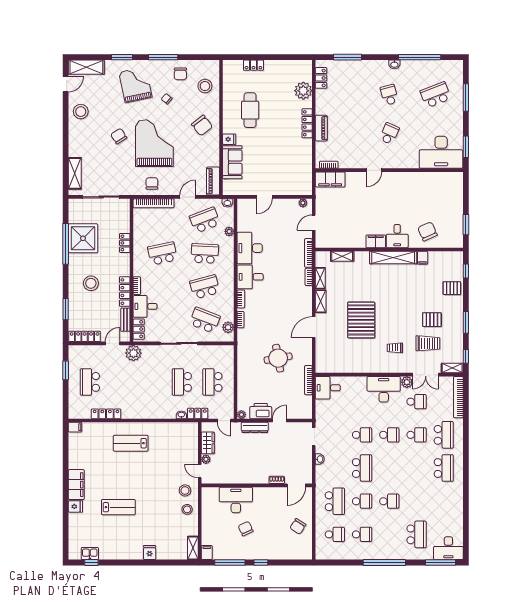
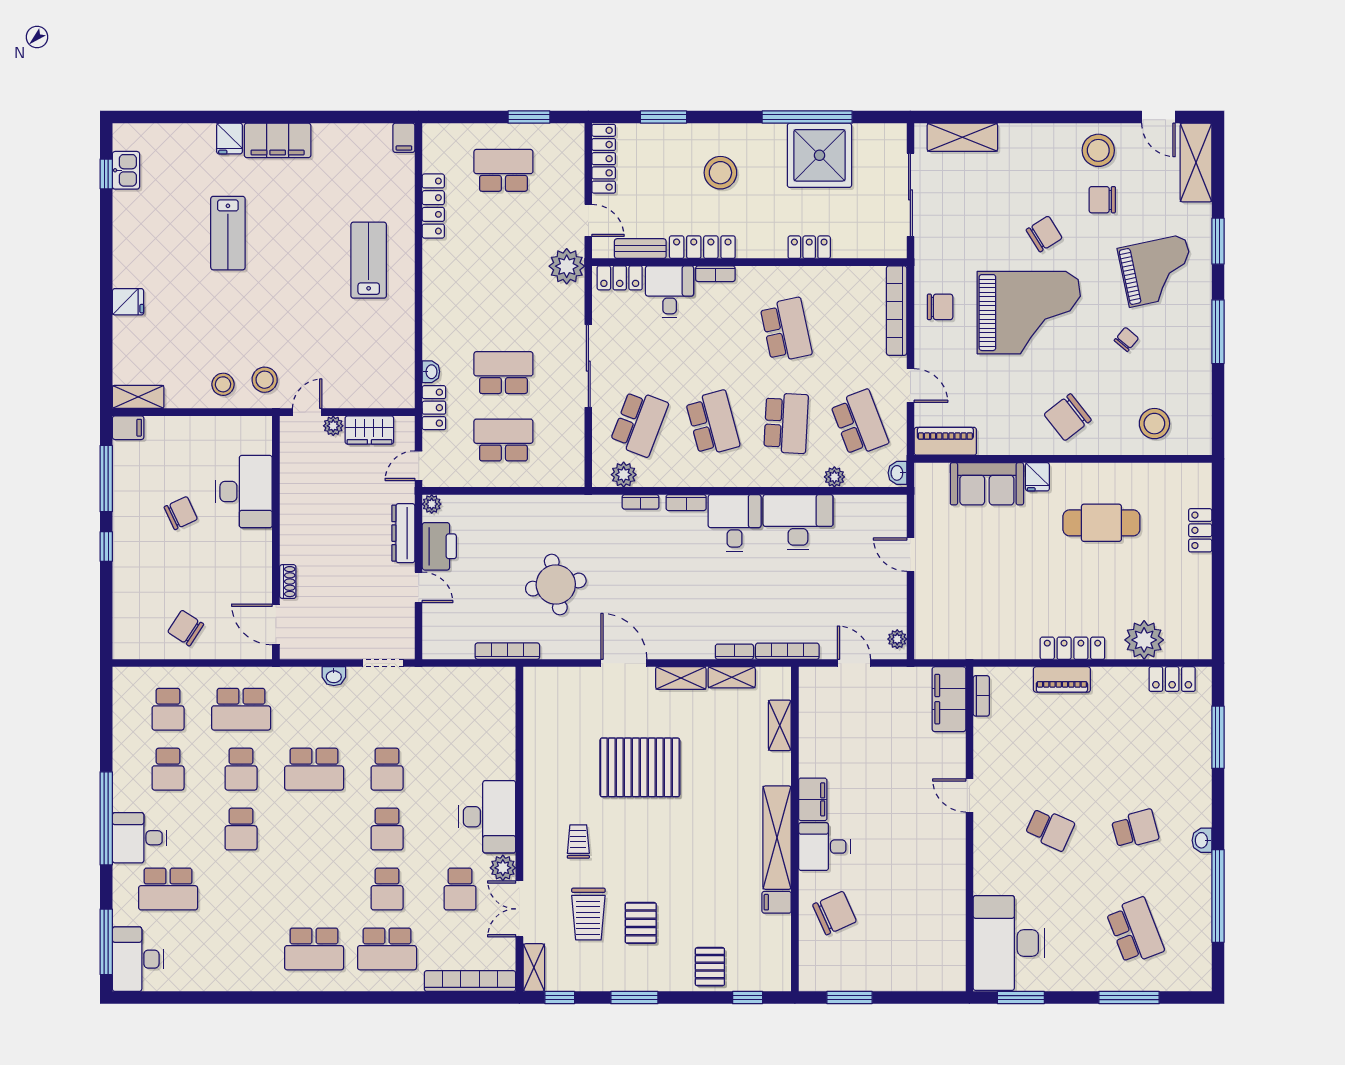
chair: (180, 74) -> (1102, 200), moved
desk: (328, 388) -> (139, 838), moved, turned -90

